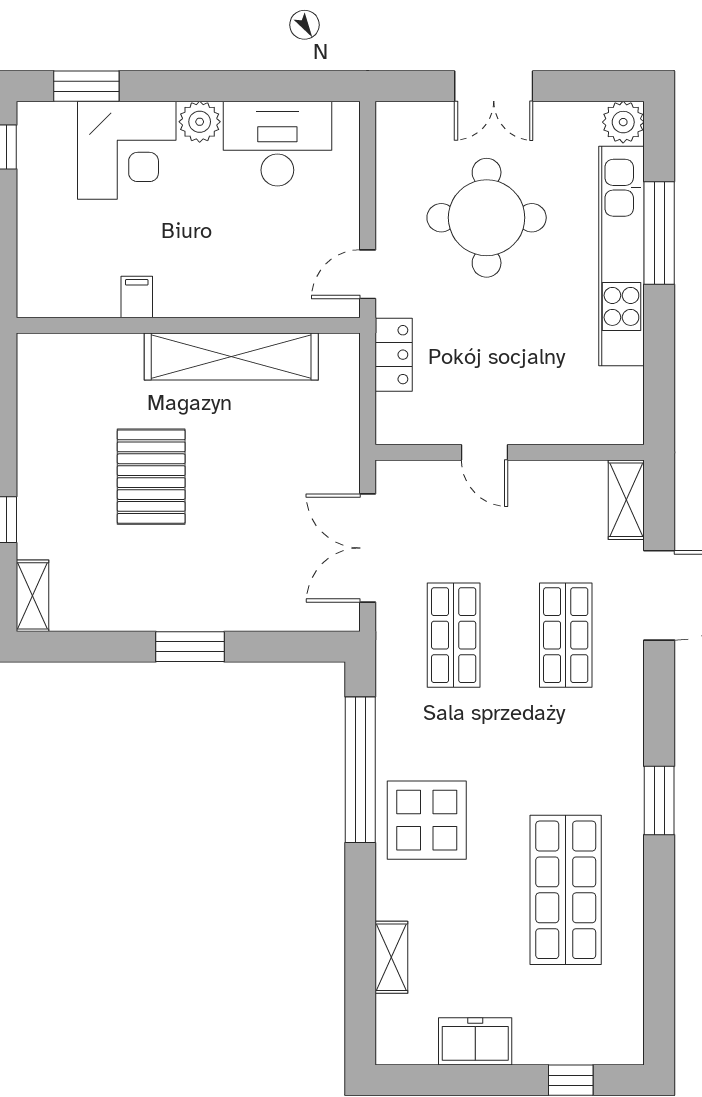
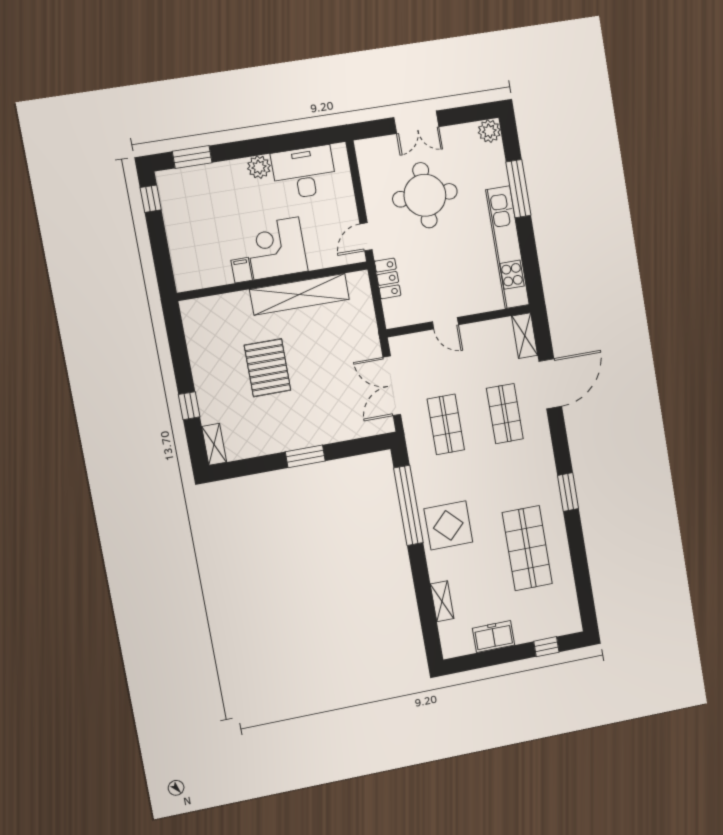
corner desk: (127, 150) -> (276, 248), moved, turned 180
kitchen unit: (621, 256) -> (508, 247), moved

